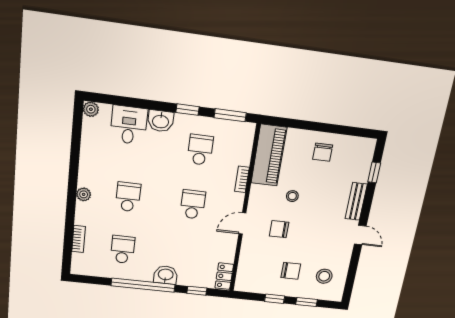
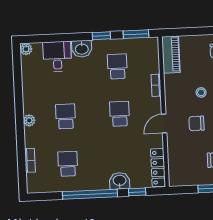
piano: (269, 155) -> (171, 55), width x0.73, depth x0.75
washbasin: (166, 275) -> (120, 181), moved
locker: (224, 276) -> (158, 168), width x1.53

